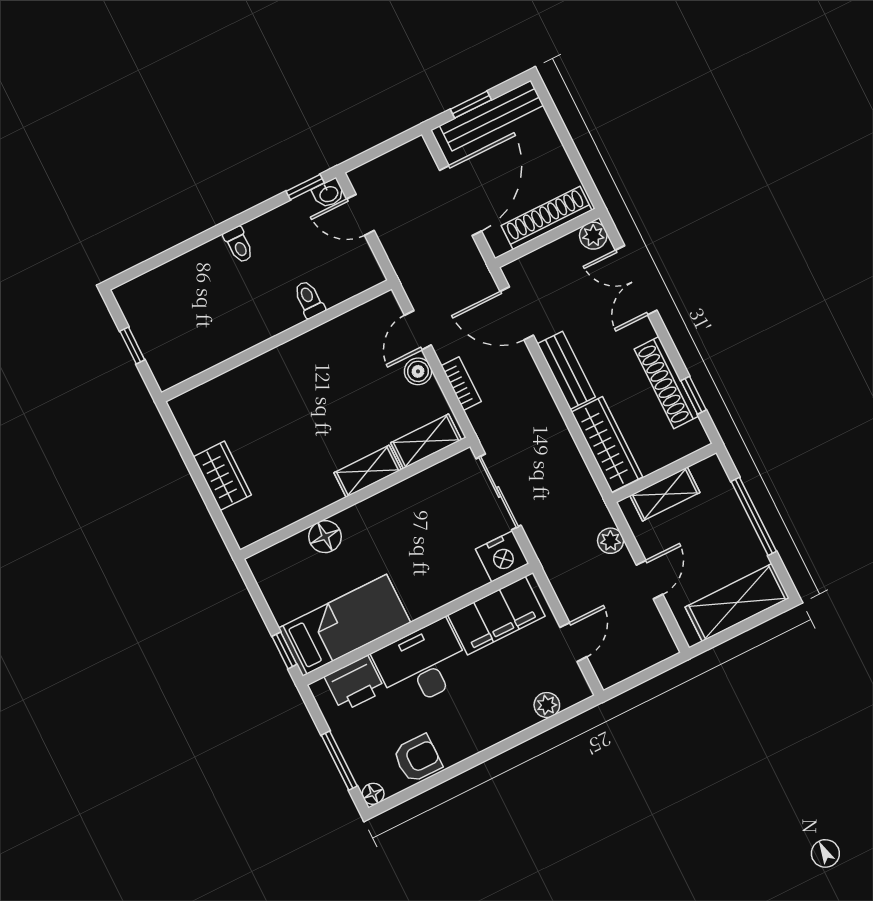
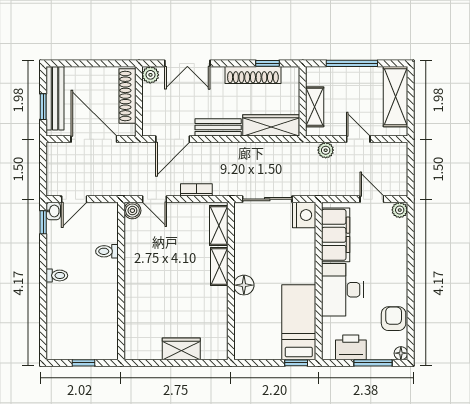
boiler: (418, 371) -> (132, 211), moved
floor lamp: (325, 537) -> (244, 285), moved
printer: (355, 684) -> (351, 347), moved, turned -90
plant: (547, 705) -> (400, 210), moved

